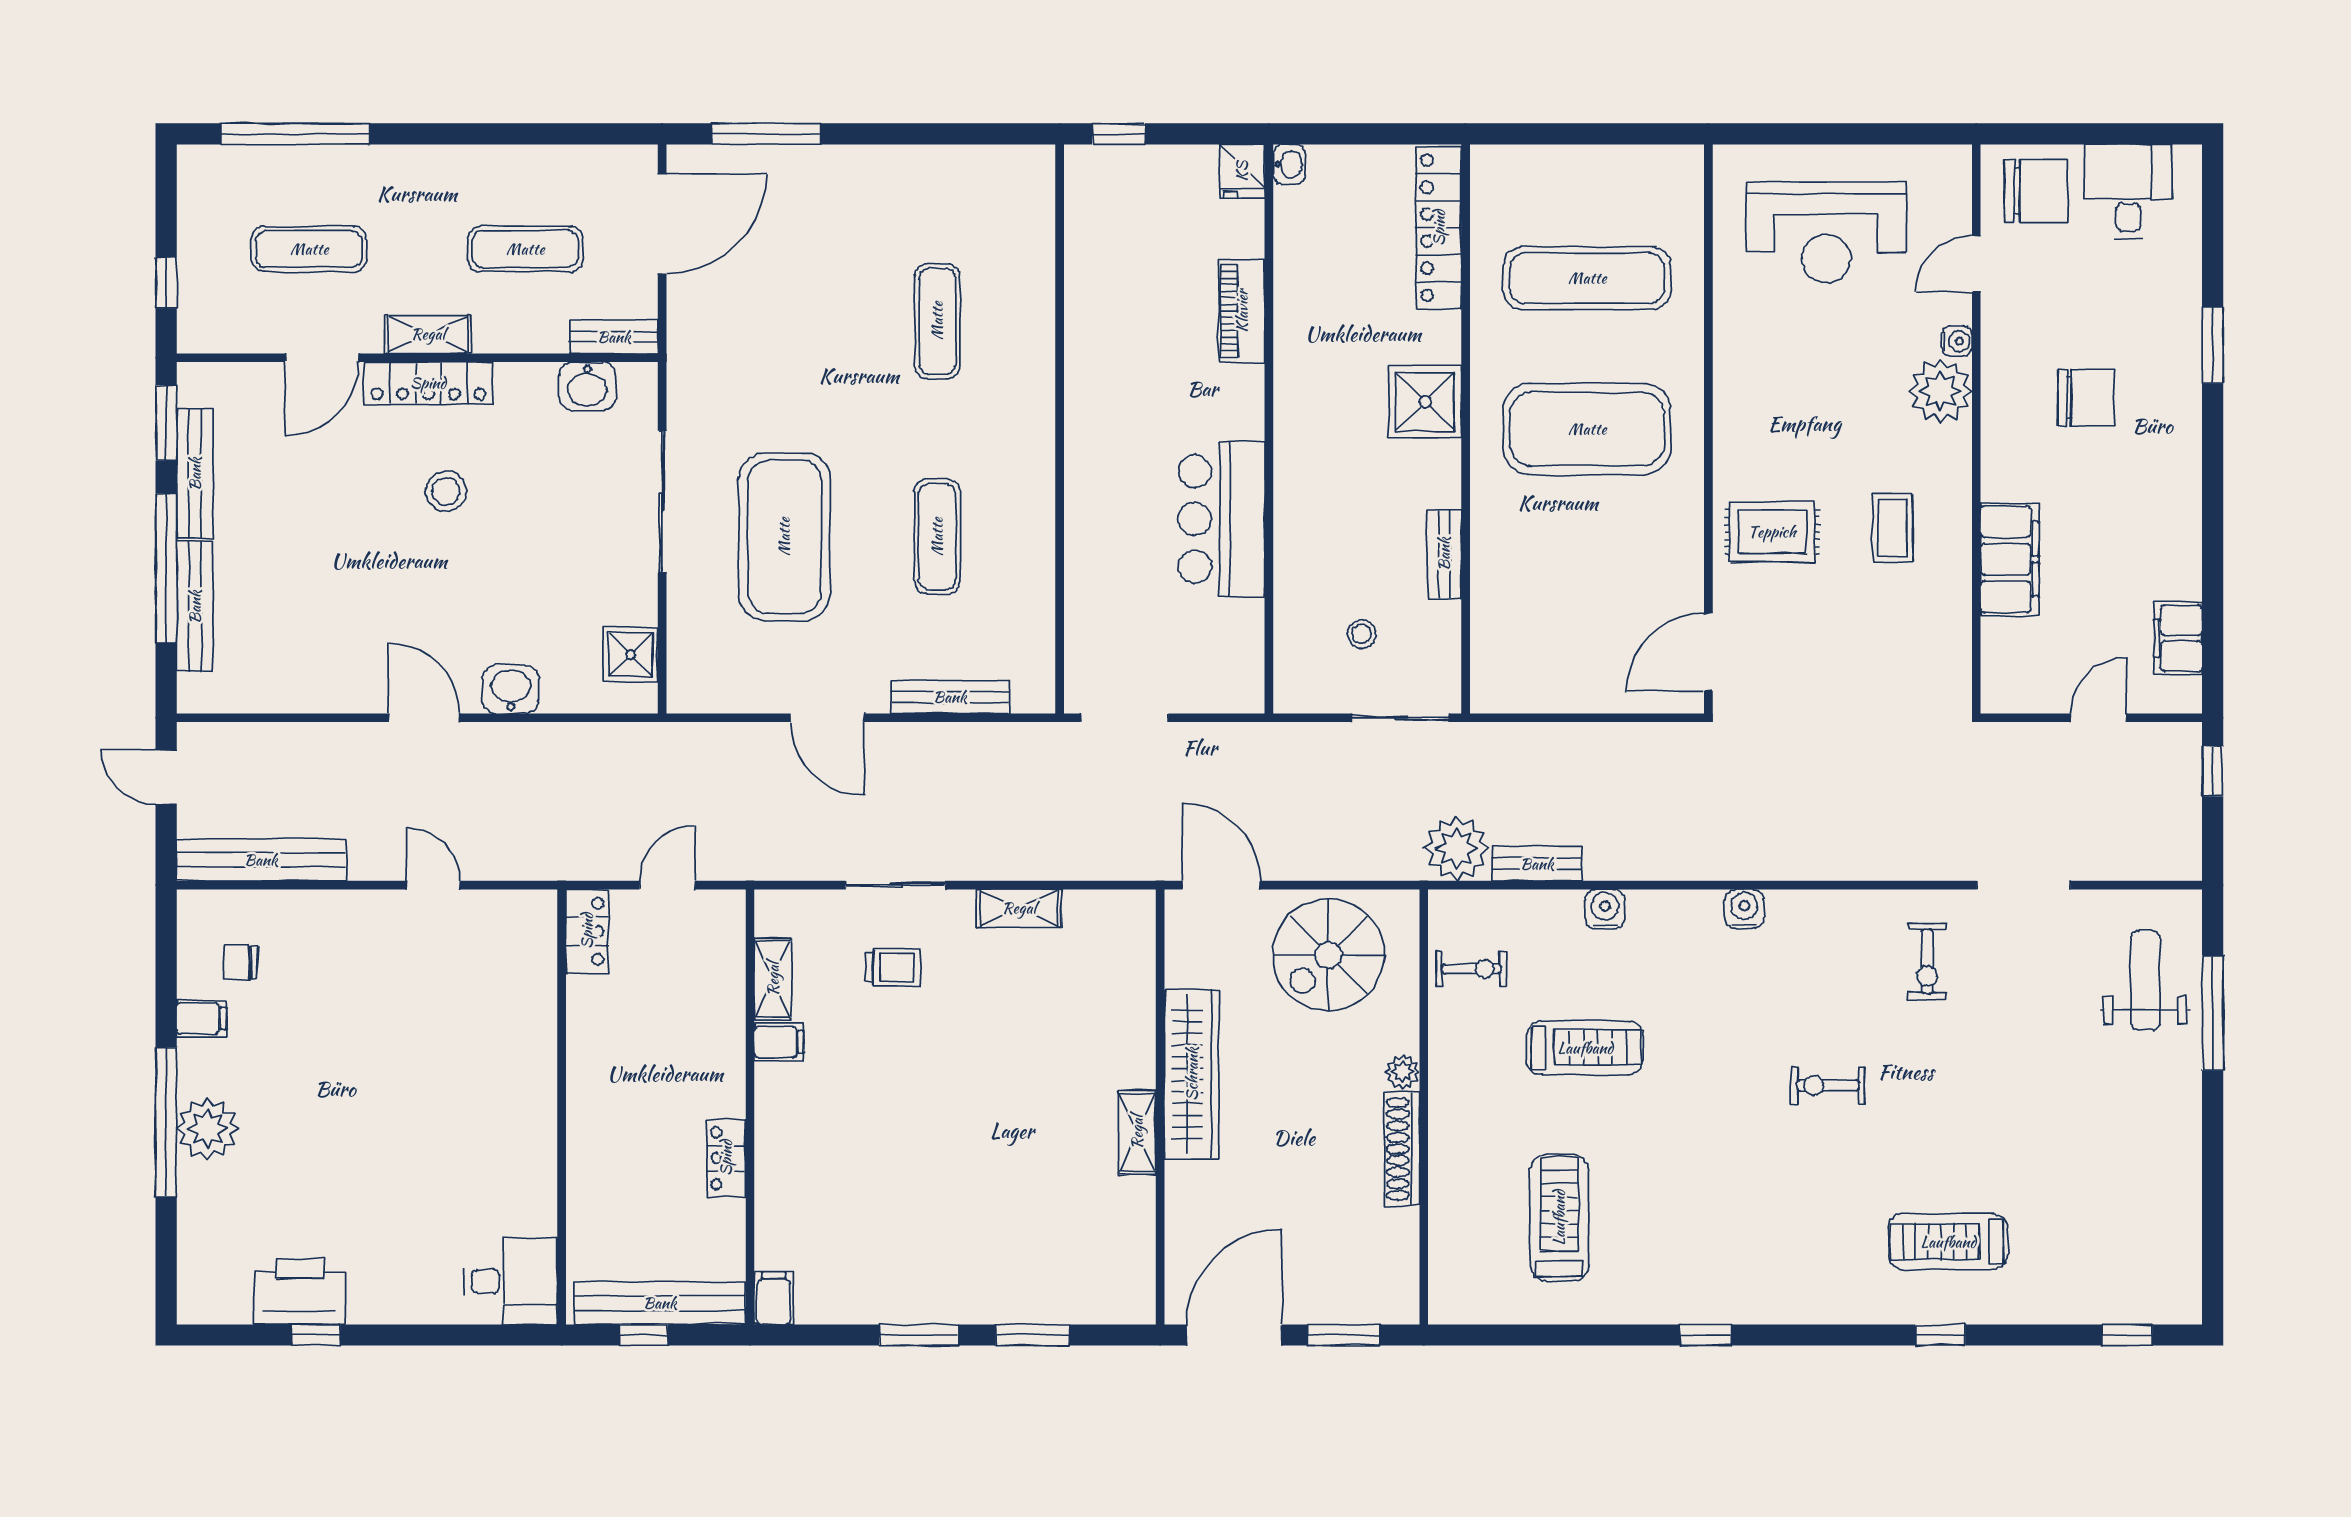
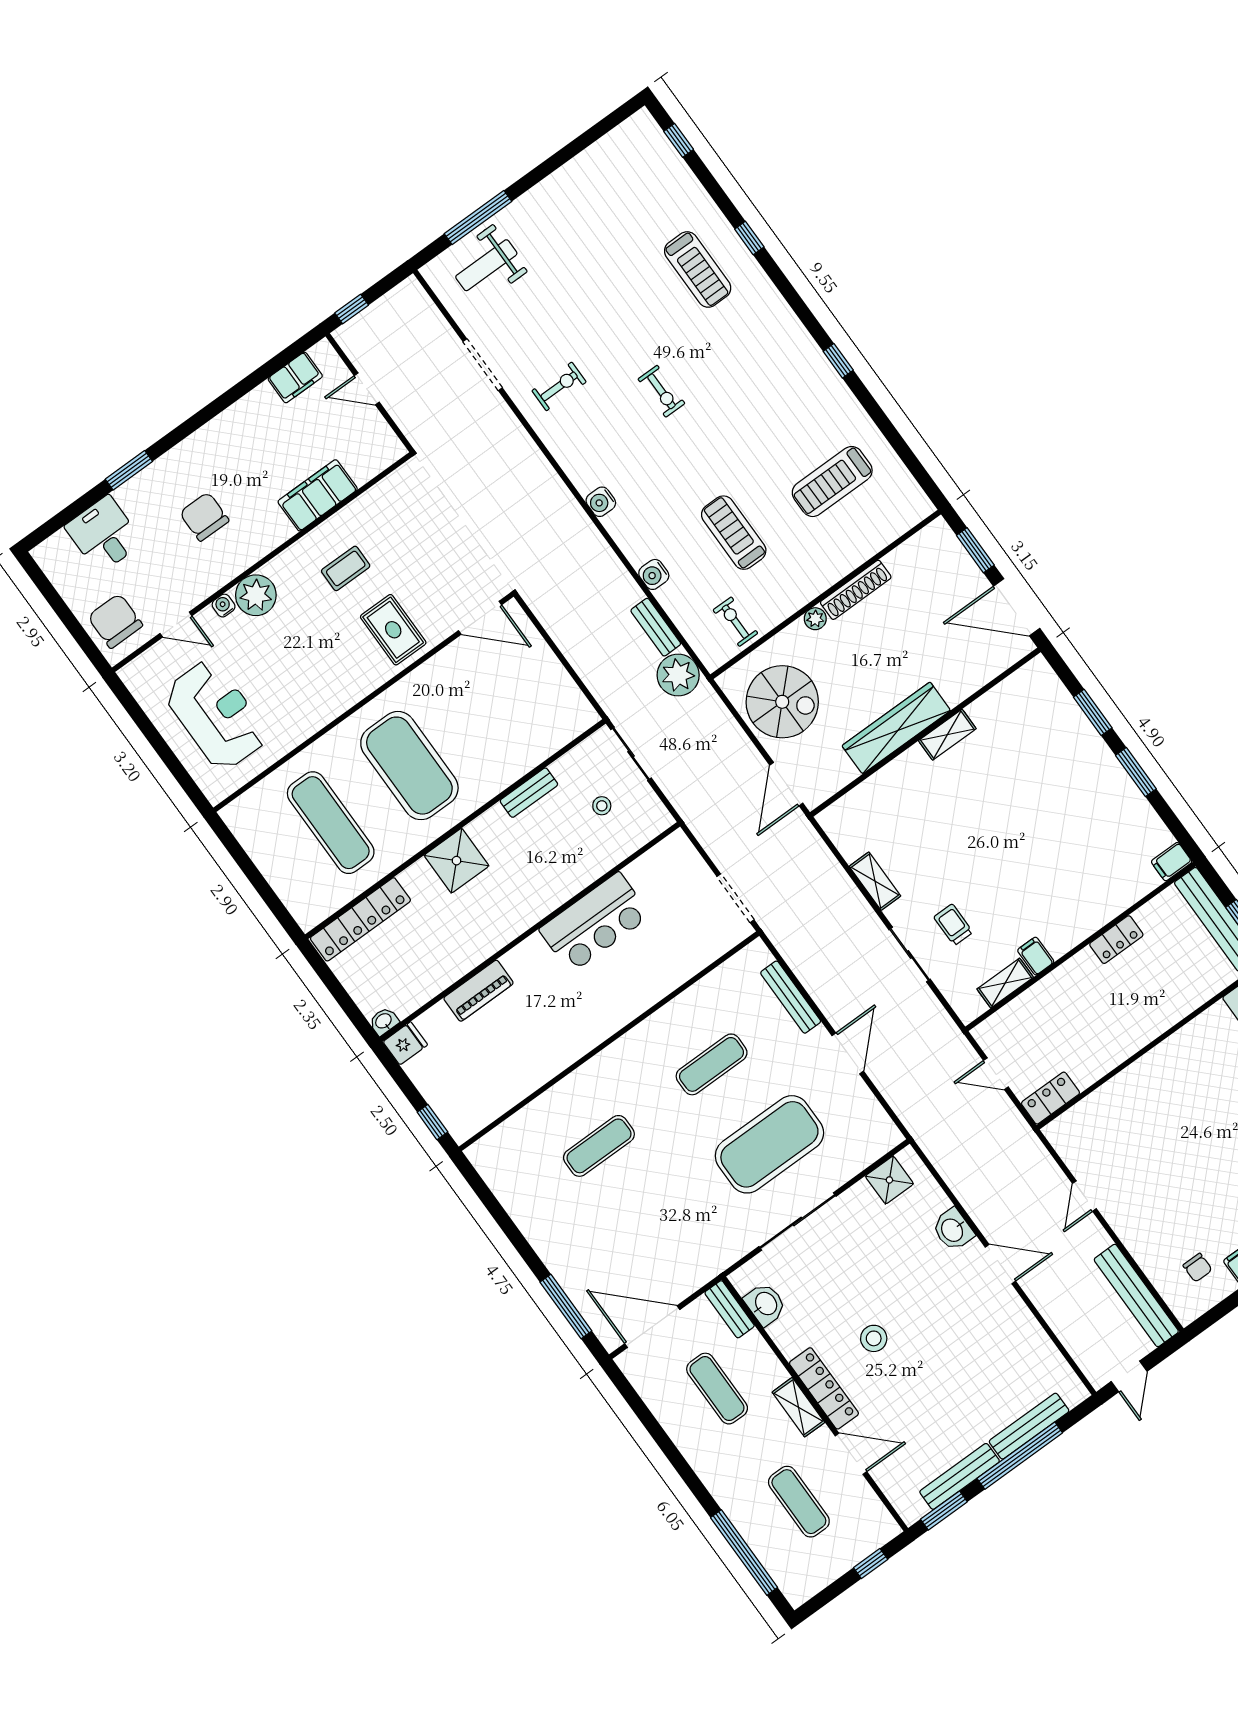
desk: (2128, 192) -> (104, 534), moved, turned 90
door: (424, 718) -> (1000, 1264), swing flipped

